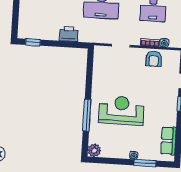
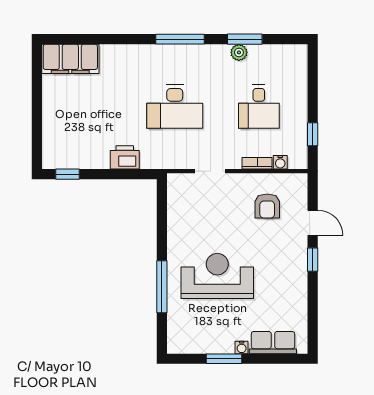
armchair: (154, 59) -> (267, 206), moved
row of seats: (169, 141) -> (273, 343), moved, turned 90
plant: (94, 150) -> (177, 343), removed
window: (145, 163) -> (224, 359), moved

